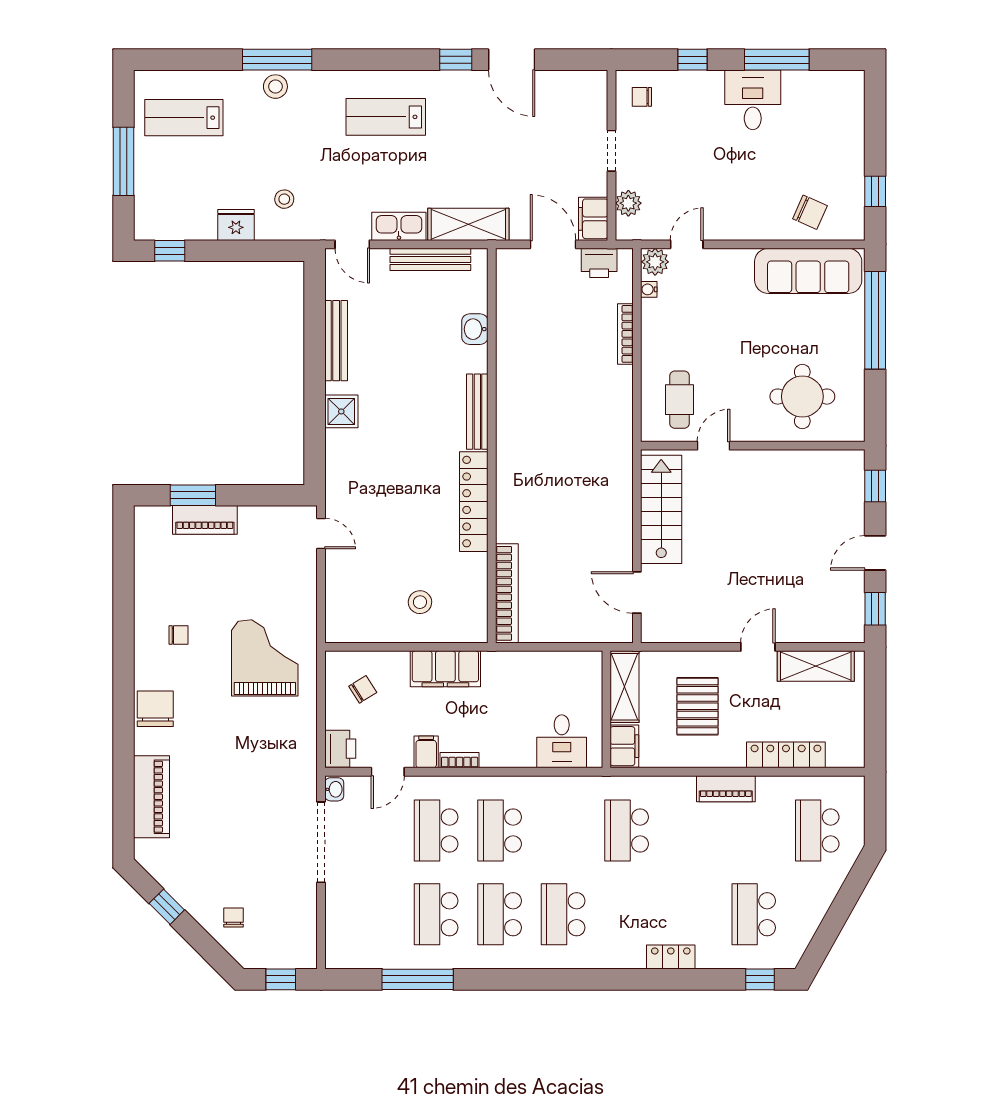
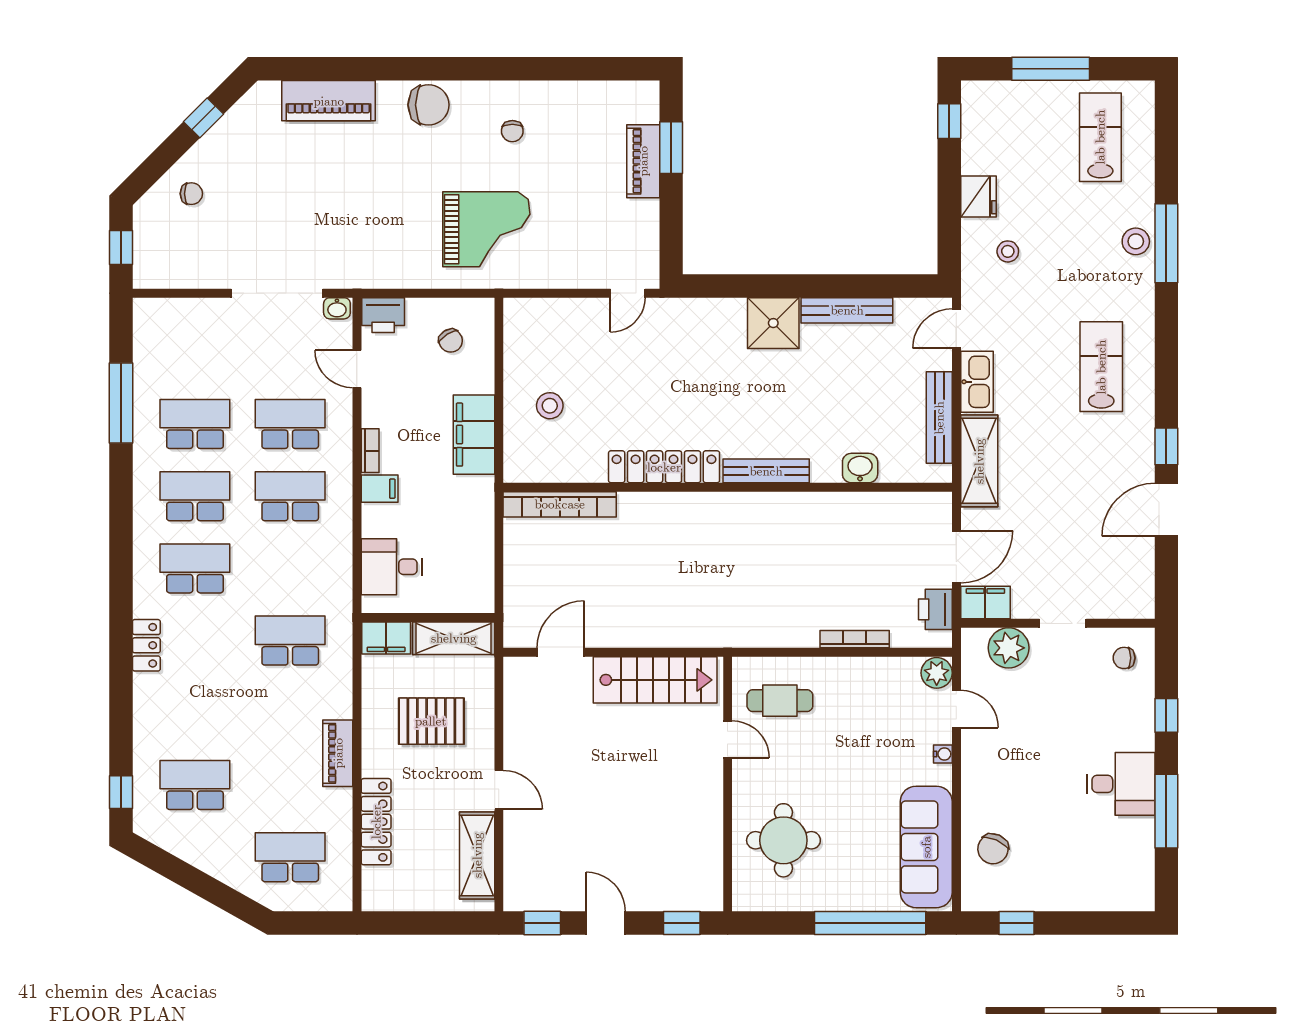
chair: (642, 97) -> (1124, 658), turned -90
plant: (628, 203) -> (1009, 648), width x1.36, depth x1.36
water cooler: (649, 289) -> (943, 754), moved, turned 90
shower: (341, 411) -> (773, 323), width x1.36, depth x1.36
filing cabinet: (426, 752) -> (380, 489), moved
locker: (671, 957) -> (146, 645), moved

